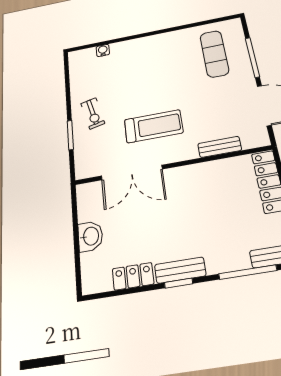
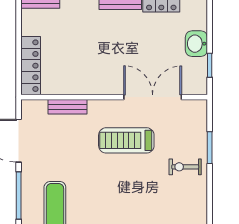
exercise bike: (93, 113) -> (185, 167), turned -77
window: (75, 215) -> (210, 65), added

